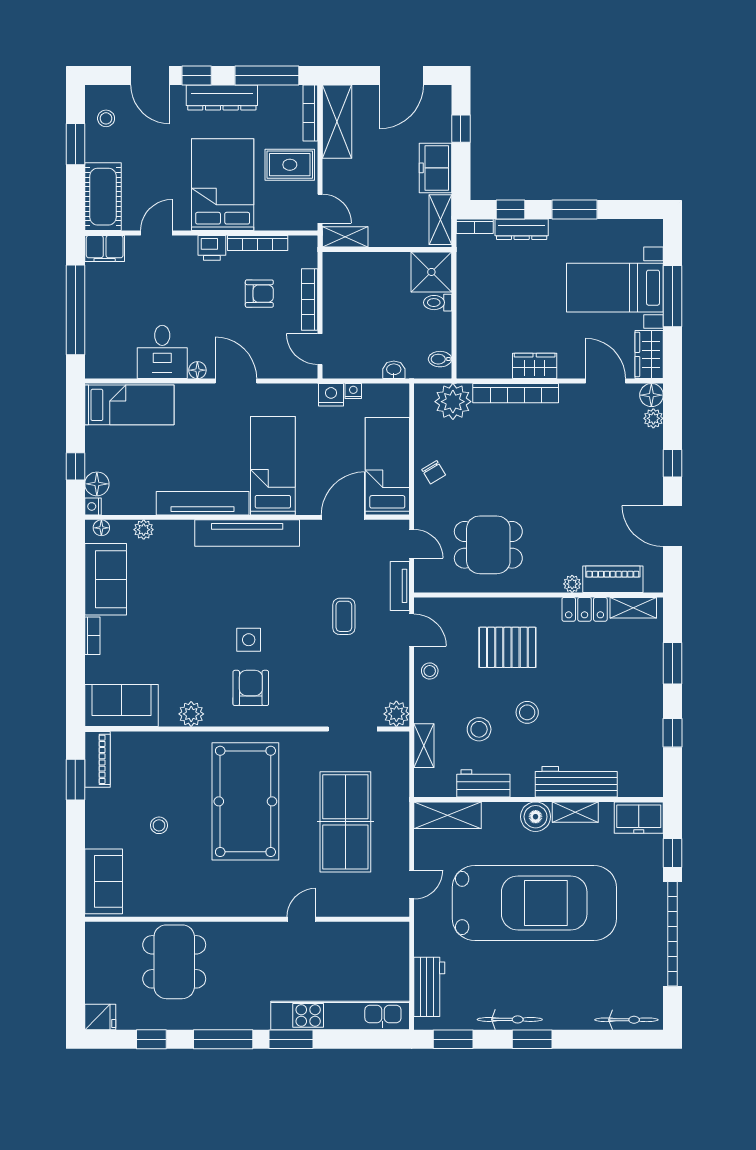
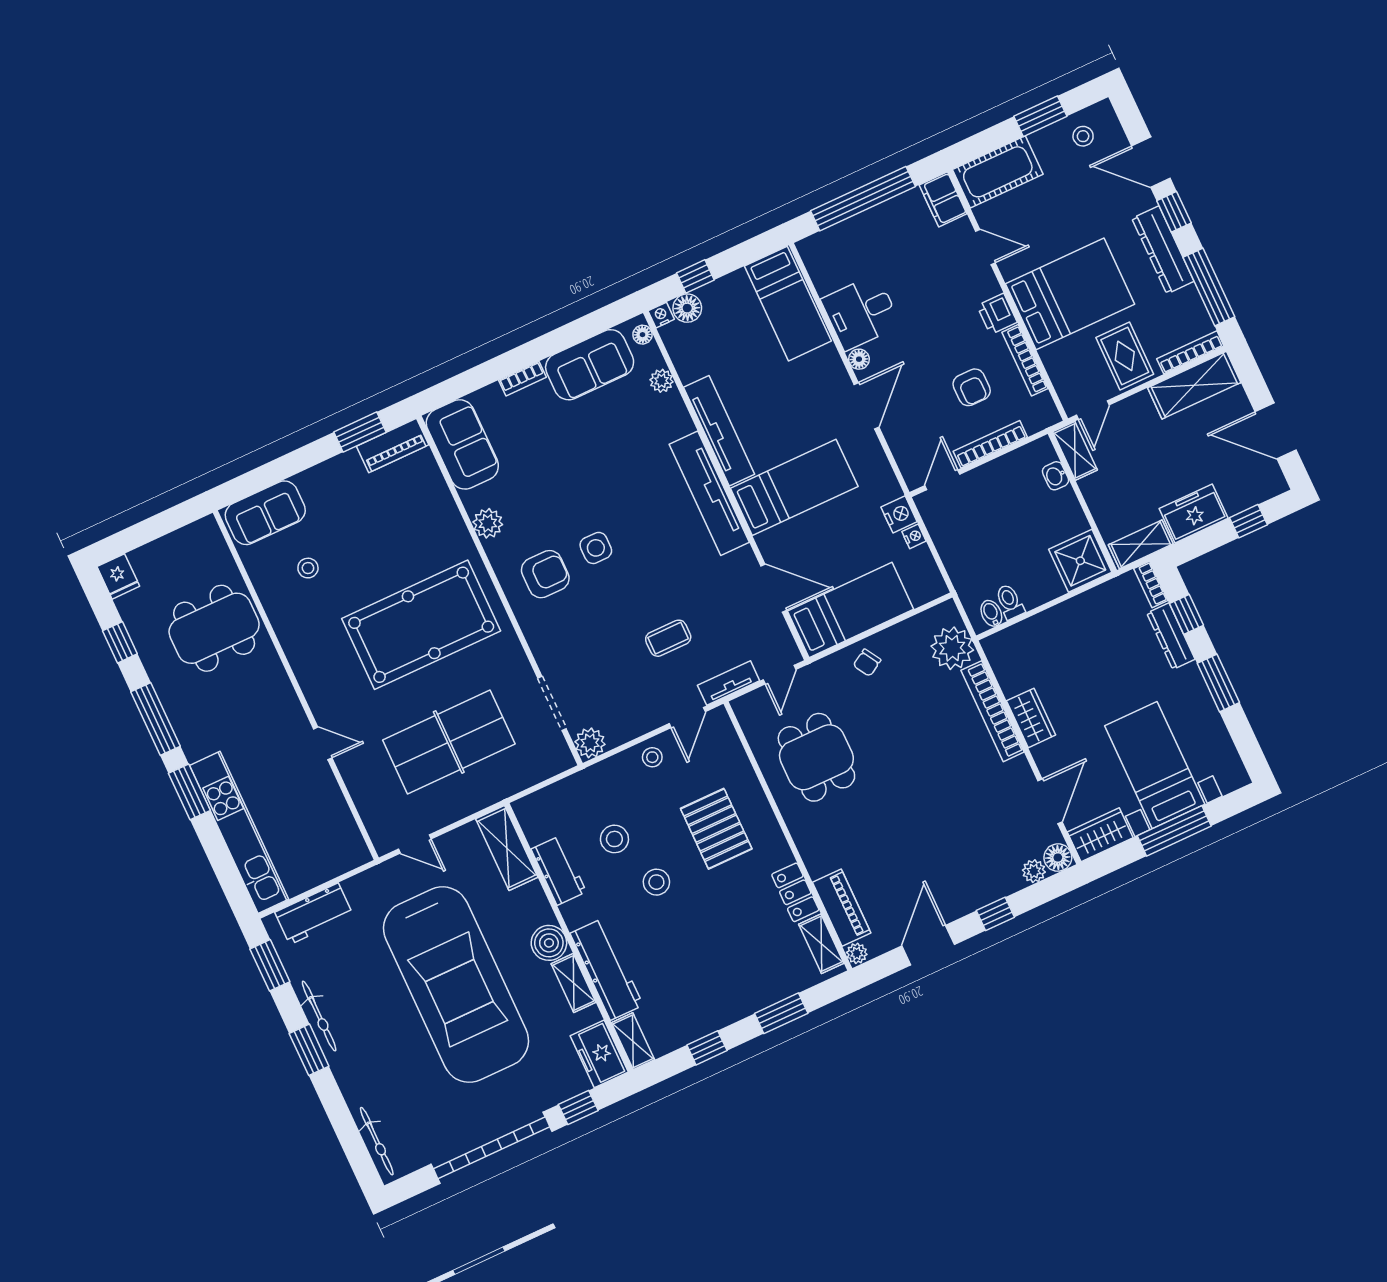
door: (150, 75) -> (1151, 162), hinge flipped
toilet: (438, 303) -> (1010, 602), moved
washbasin: (394, 370) -> (1056, 476), moved, turned 180
plant: (572, 584) -> (857, 953), moved
shelving: (424, 746) -> (633, 1041), moved, turned 90
stool: (159, 825) -> (308, 568), moved

